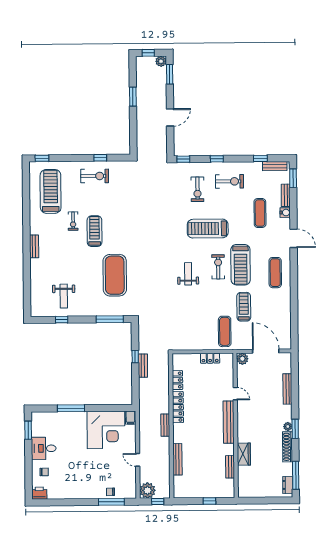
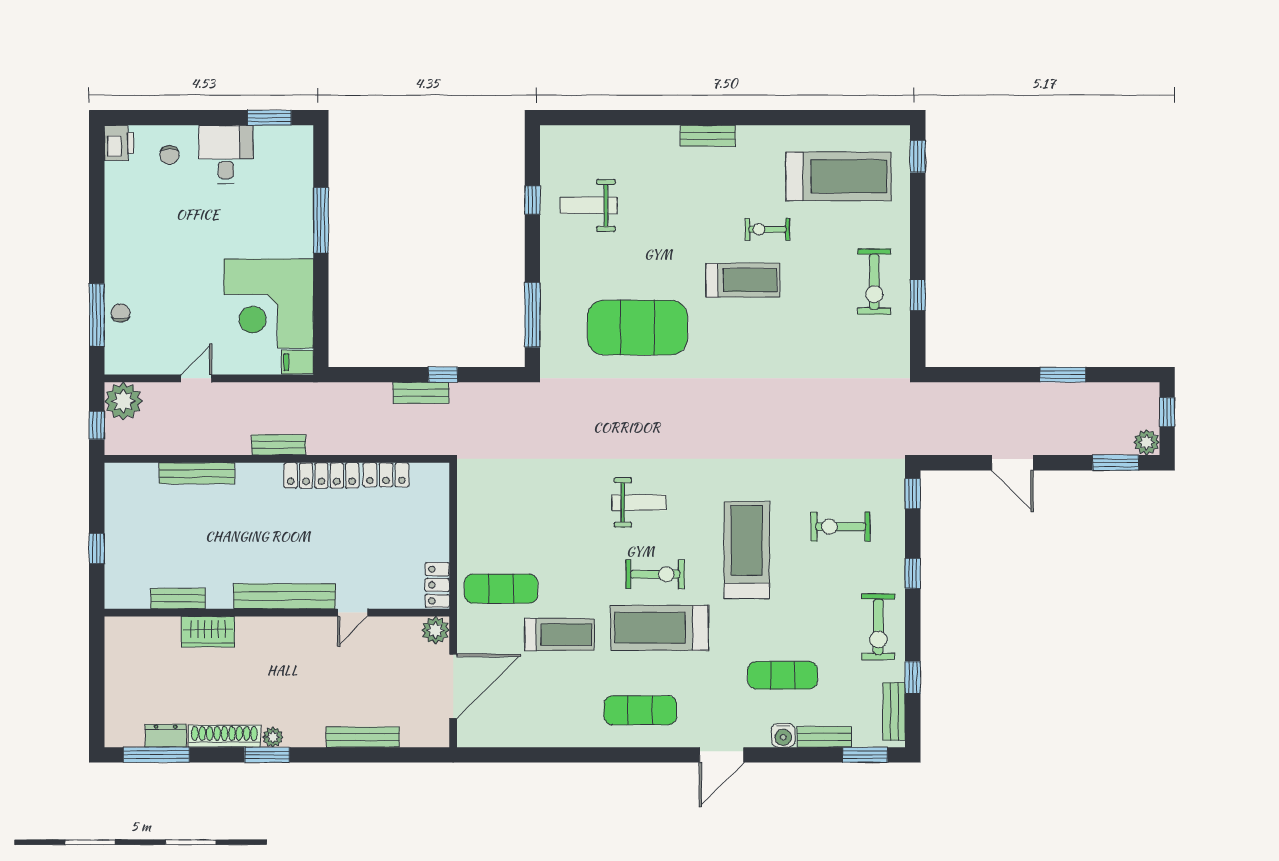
exercise bike: (230, 181) -> (878, 627), moved
locker: (210, 358) -> (437, 585), moved
dresser: (288, 485) -> (166, 736), moved

